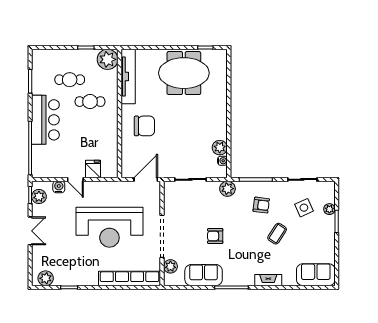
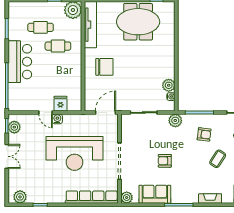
water cooler: (59, 187) -> (57, 119), moved
plant: (170, 266) -> (127, 198), moved

